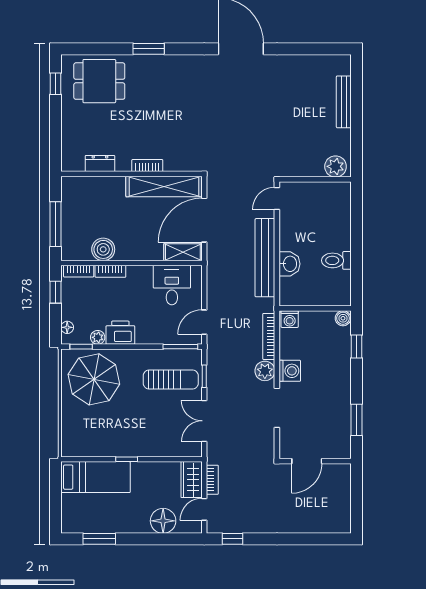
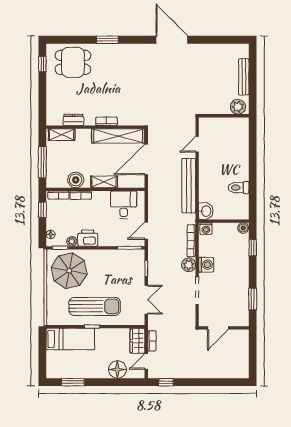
plant: (336, 166) -> (238, 107), moved
wall: (315, 179) -> (224, 116), moved
shelving: (83, 185) -> (62, 135), added
shelving: (183, 252) -> (104, 182), moved
washbasin: (289, 264) -> (206, 211), moved
sun lounger: (171, 380) -> (95, 306), moved, width x1.36, depth x1.34
double door: (204, 421) -> (146, 300), swing flipped

